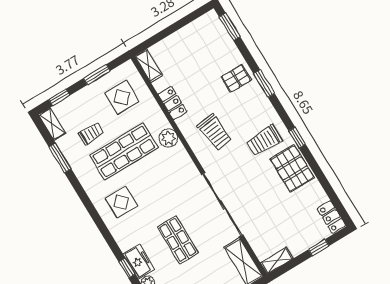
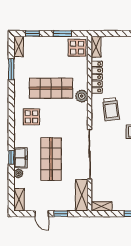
display table: (122, 97) -> (77, 48), moved
locker: (173, 103) -> (97, 77), width x1.53
trolley: (91, 134) -> (38, 66), removed
shop shelf: (178, 240) -> (51, 159), width x1.43, depth x1.36

